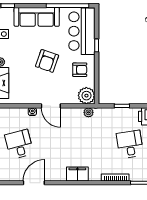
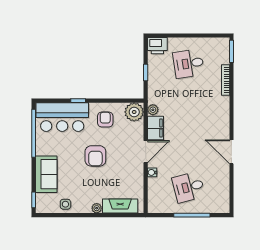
sofa: (37, 17) -> (46, 174), width x0.73
armchair: (47, 61) -> (95, 156), turned 71
filing cabinet: (77, 174) -> (155, 128), moved, turned 180
door: (34, 183) -> (231, 152), moved

